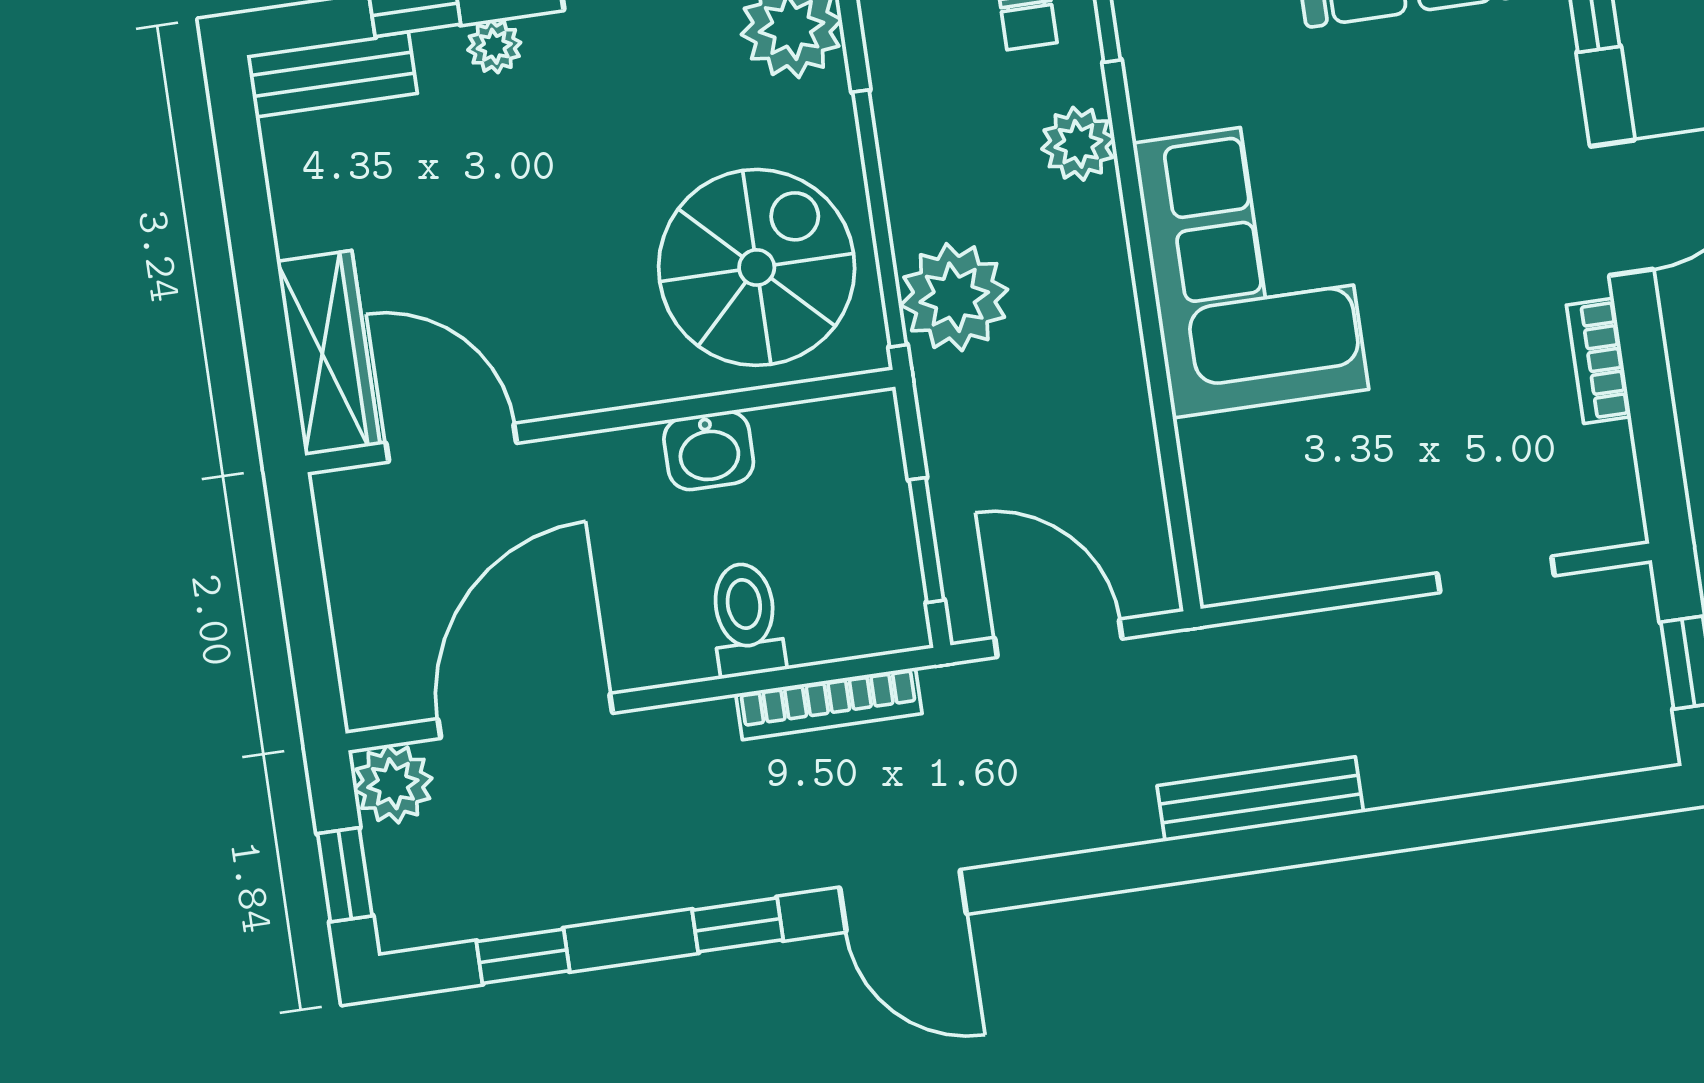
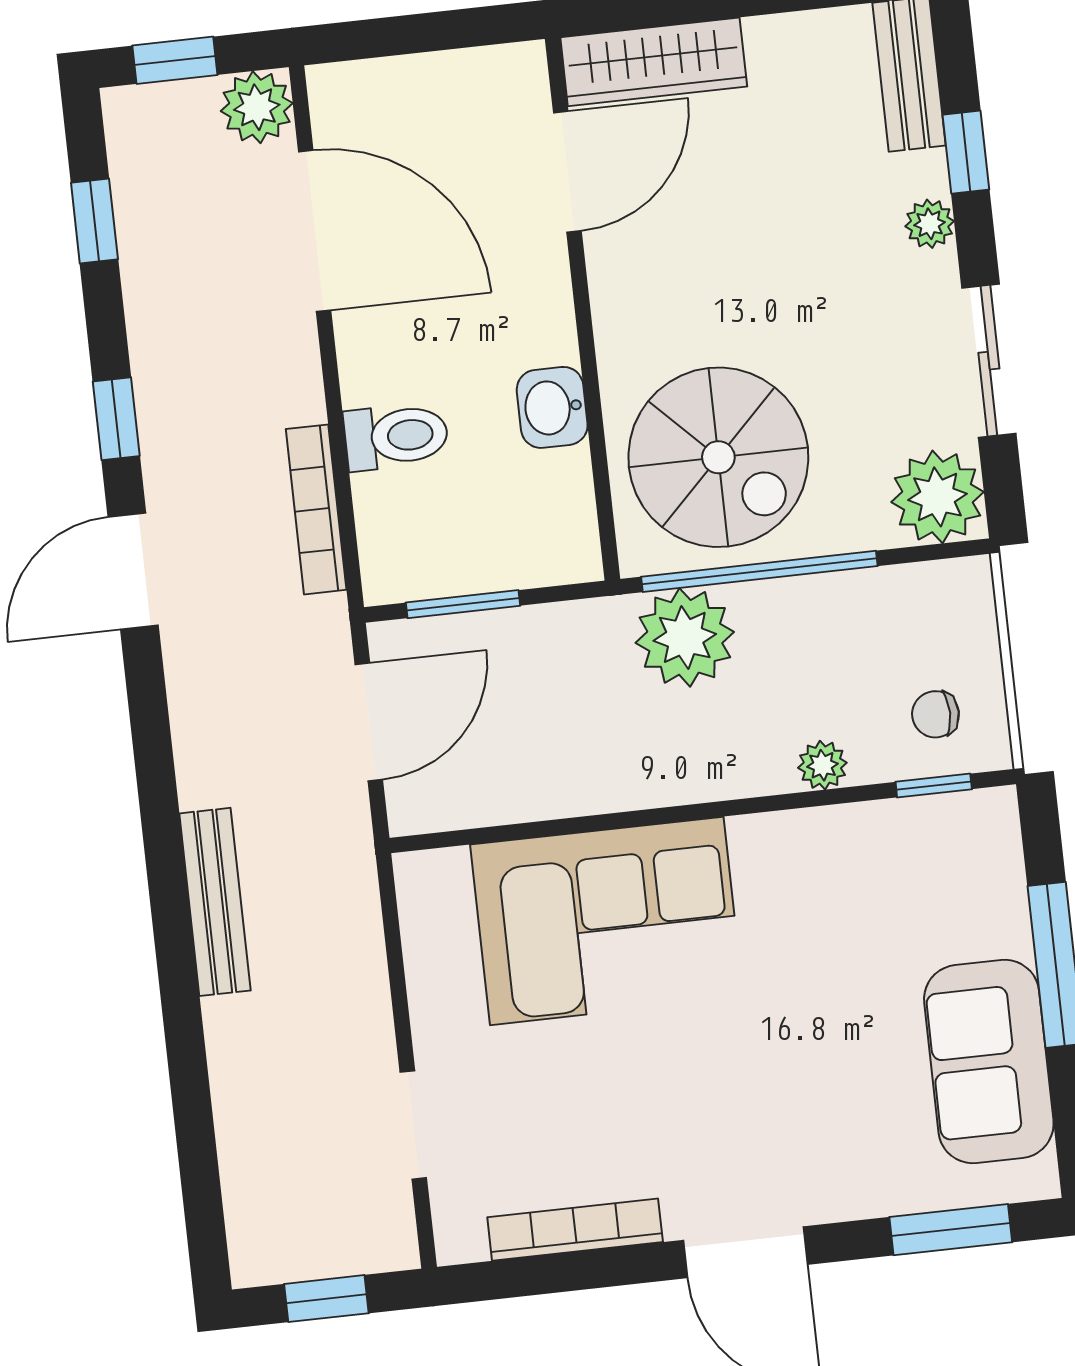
plant: (1078, 144) -> (822, 765), width x0.73, depth x0.73
corner sofa: (1251, 266) -> (607, 921), moved
bookcase: (1599, 361) -> (575, 1230), width x1.56

